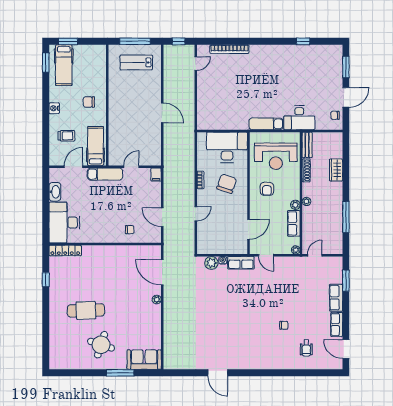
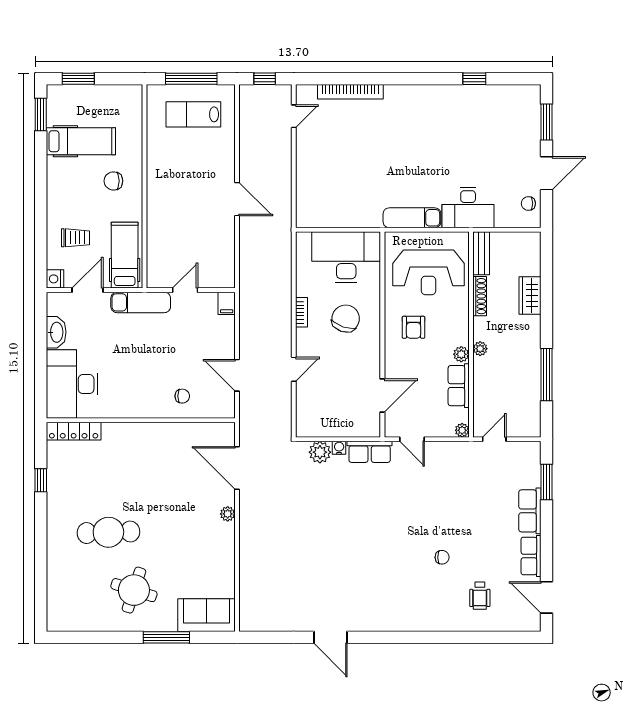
hospital bed: (64, 65) -> (81, 141), moved, turned -90
nightstand: (54, 108) -> (55, 279), moved

